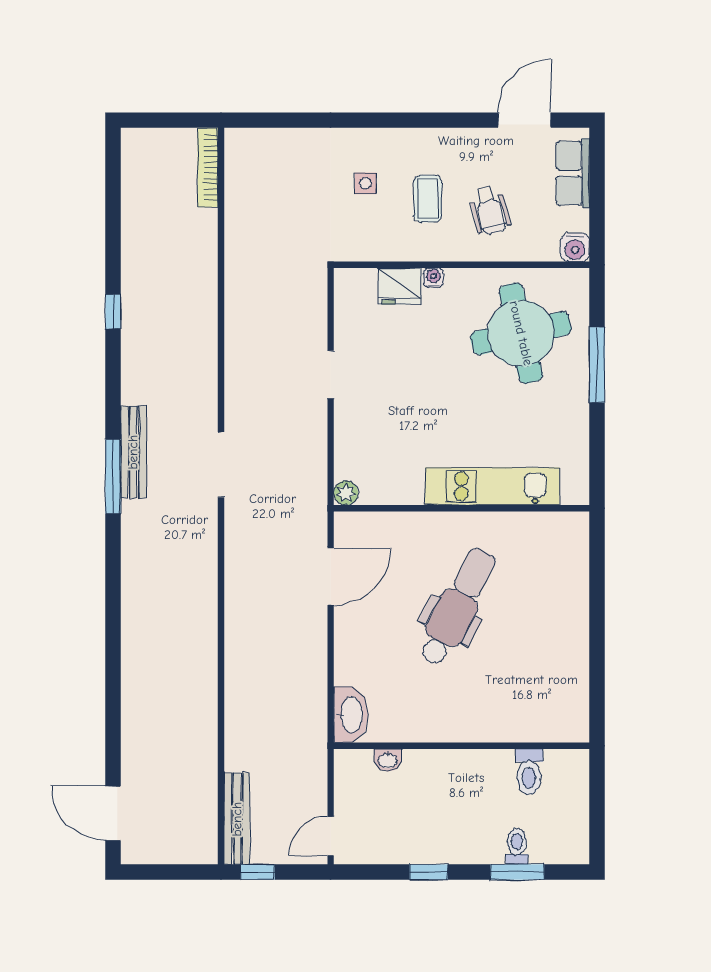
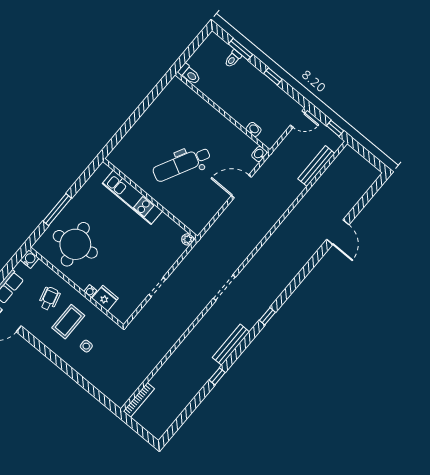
coffee table: (428, 199) -> (68, 322), width x1.36, depth x1.30
bench: (133, 452) -> (231, 345), moved
window: (113, 477) -> (267, 316), width x0.46
door: (331, 577) -> (241, 186), moved
washbasin: (351, 715) -> (259, 154), width x0.52, depth x0.69
toilet: (529, 772) -> (189, 74), moved, turned 90
door: (113, 813) -> (338, 232), moved
bench: (237, 819) -> (316, 166), moved

